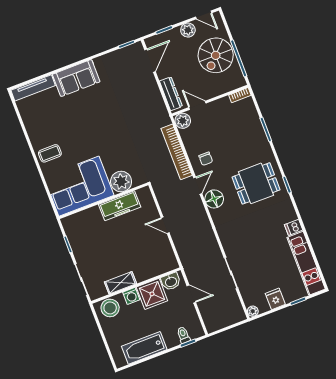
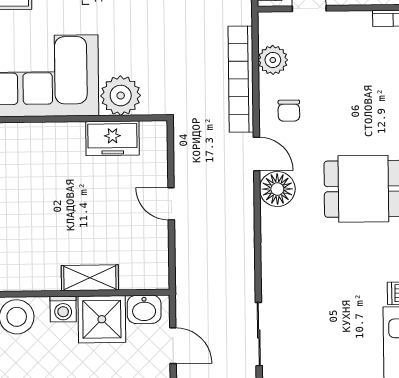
plant: (183, 121) -> (273, 60), moved
door: (198, 186) -> (257, 154), hinge flipped
freezer: (120, 206) -> (113, 138), width x0.71
shelving: (120, 283) -> (90, 278), moved

